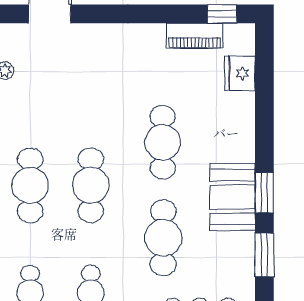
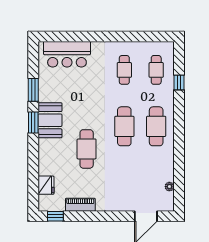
piano: (195, 36) -> (80, 205), moved
cafe table: (163, 238) -> (86, 99), removed

